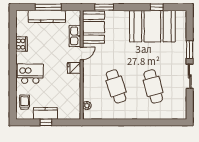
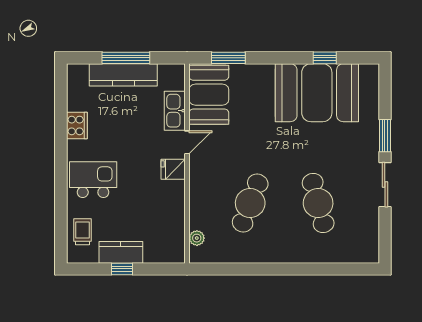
cafe table: (116, 86) -> (250, 203), turned 39

